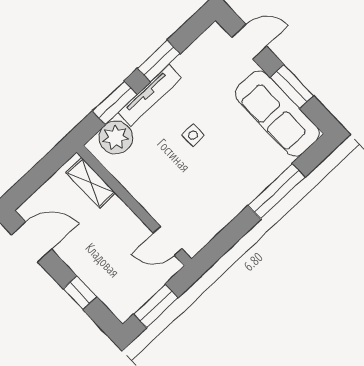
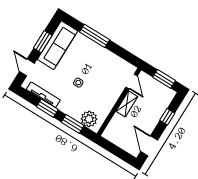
tv unit: (150, 95) -> (43, 95), moved
shelving: (91, 183) -> (127, 104), moved

